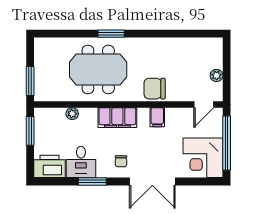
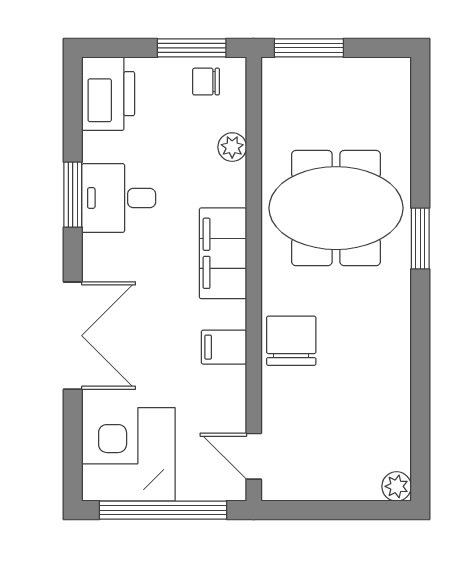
meeting table: (98, 70) -> (336, 208), turned 90
plant: (217, 75) -> (397, 486), moved
chair: (121, 161) -> (206, 82), moved
desk: (81, 162) -> (119, 198), moved
double door: (152, 181) -> (73, 336), swing flipped

